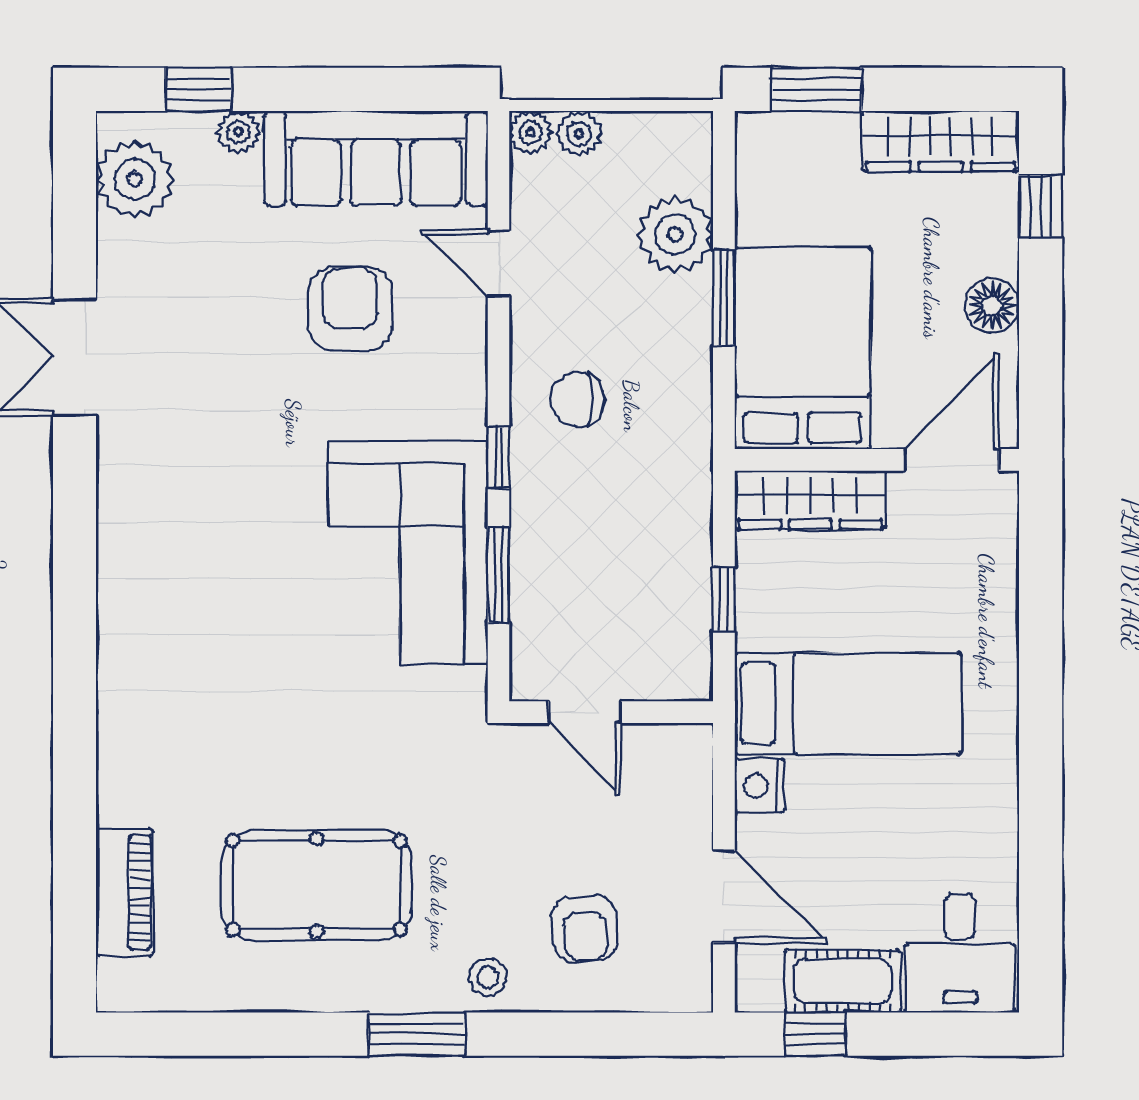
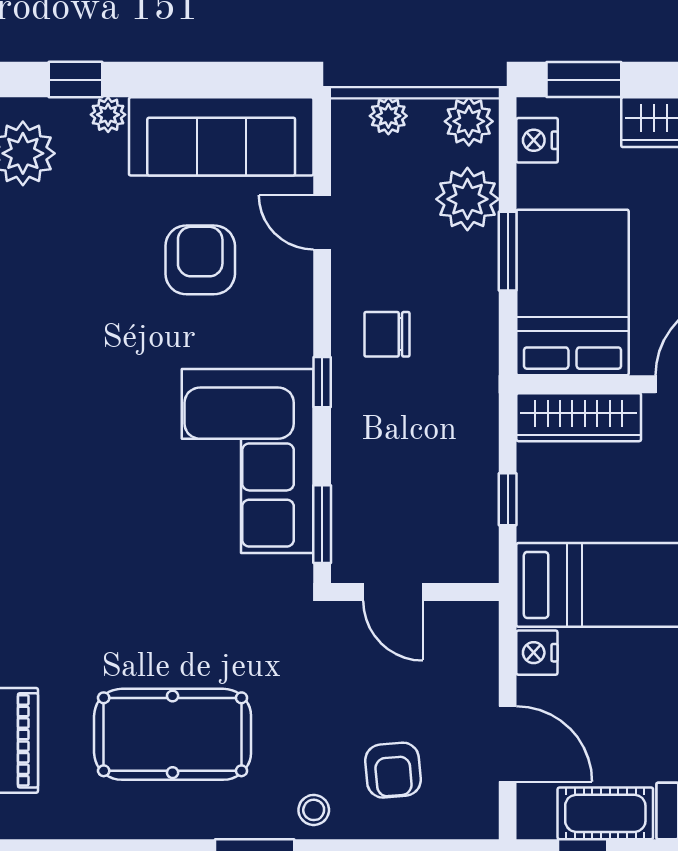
plant: (531, 132) -> (469, 121), moved, width x1.38, depth x1.38
nightstand: (760, 163) -> (537, 140), added
window: (499, 575) -> (322, 524), moved

